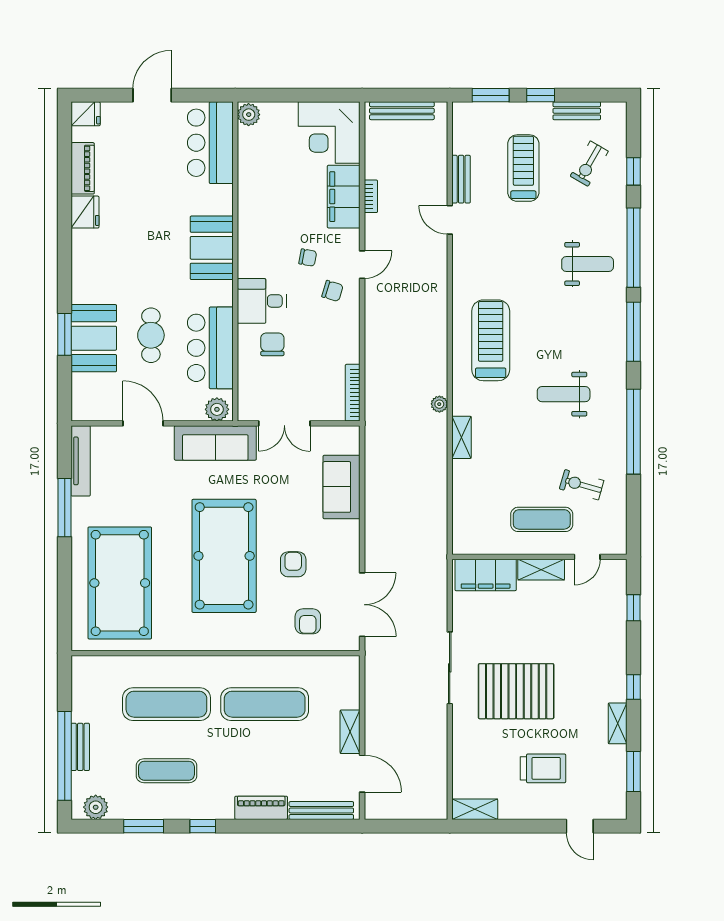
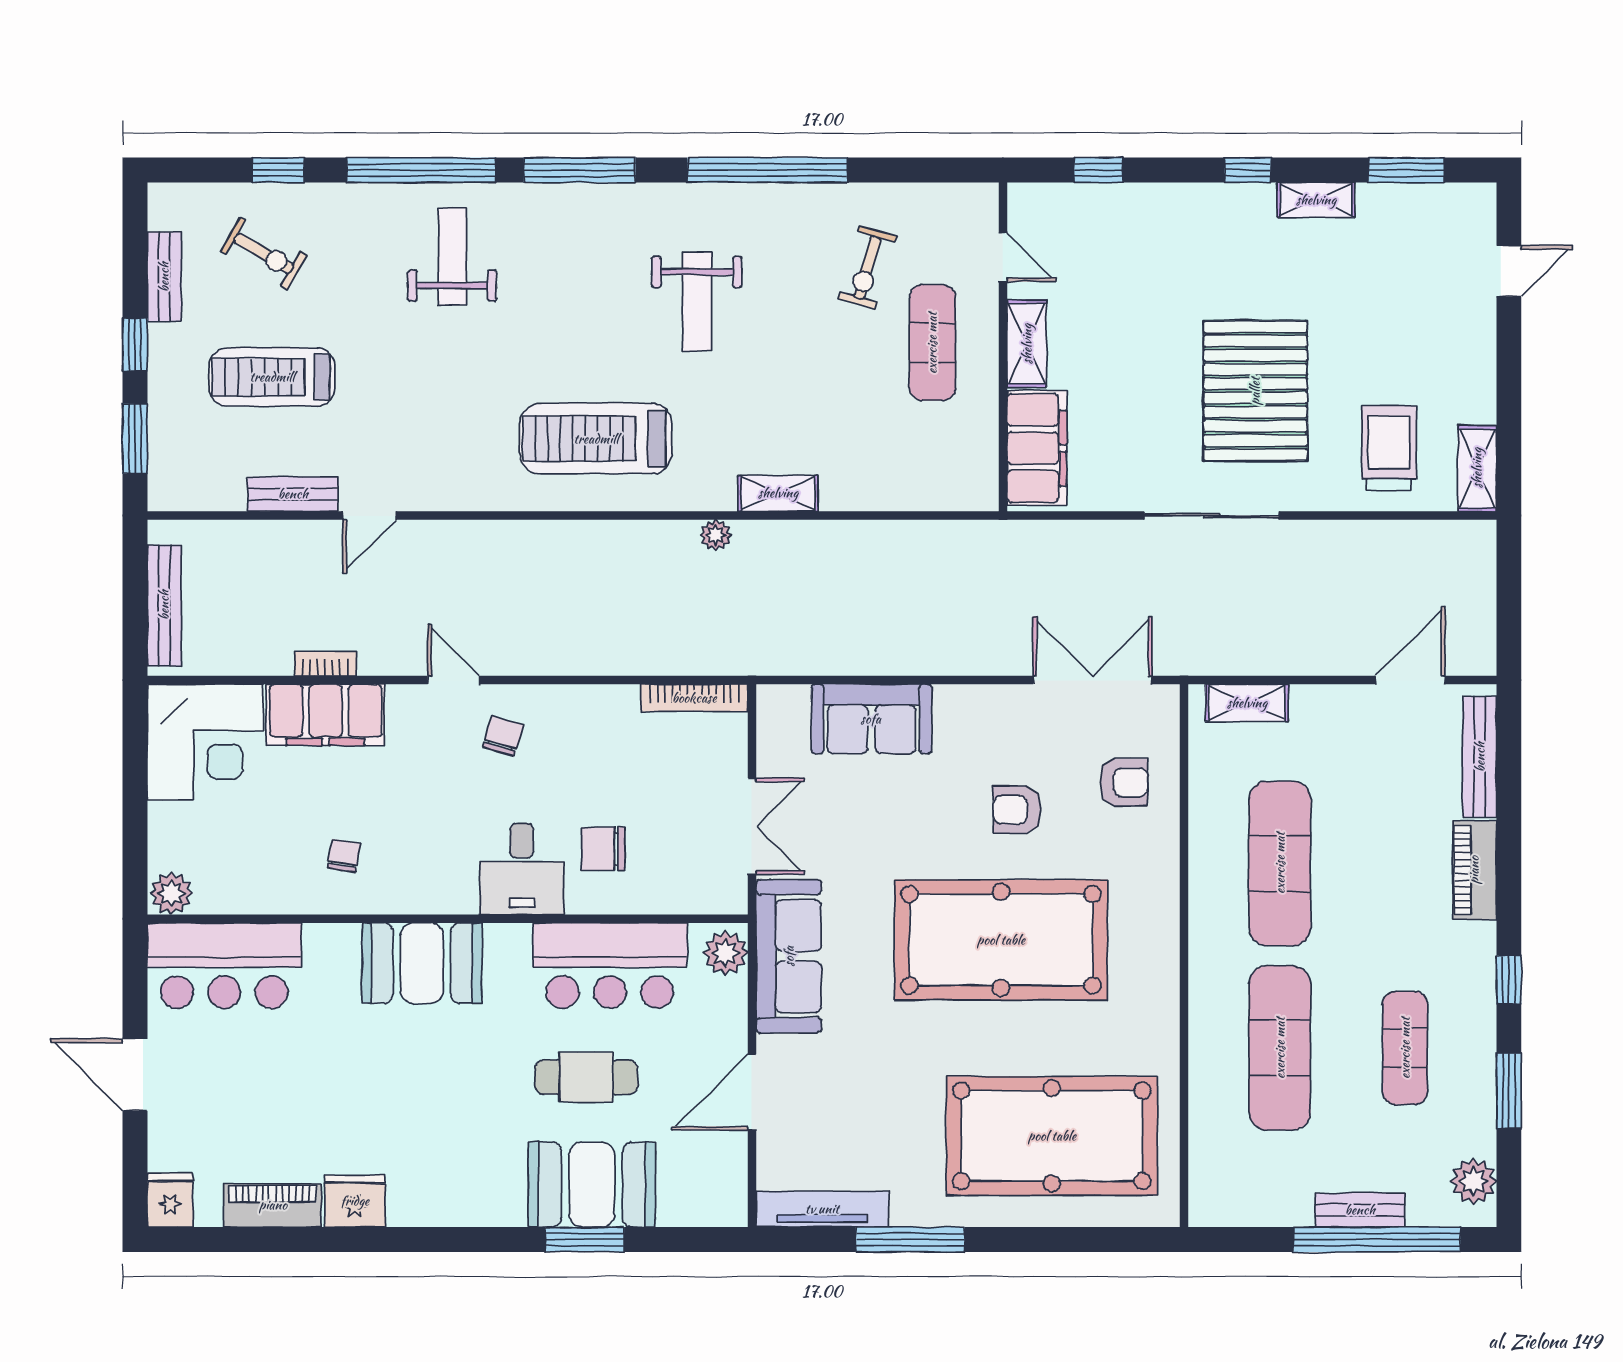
chair: (308, 258) -> (344, 856), moved
shelving: (350, 732) -> (1247, 703), moved
trolley: (543, 768) -> (1389, 448), moved

